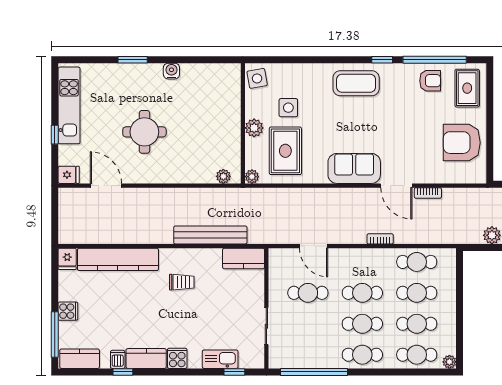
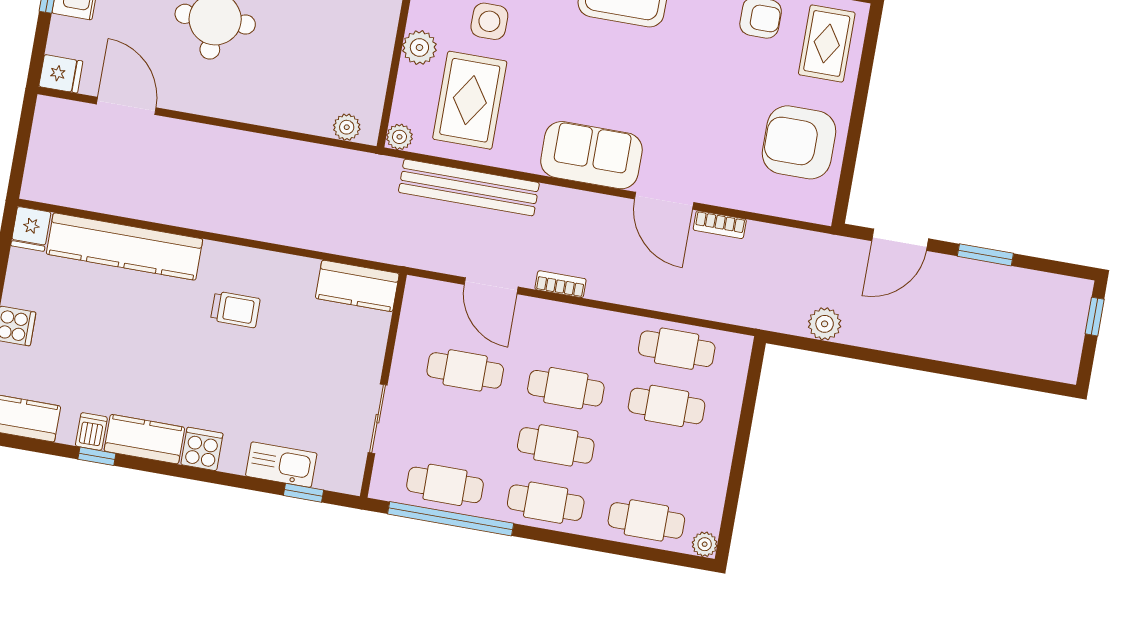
bench: (210, 235) -> (469, 187), moved
bookcase: (380, 239) -> (561, 284), moved
cafe table: (417, 324) -> (445, 485), moved

